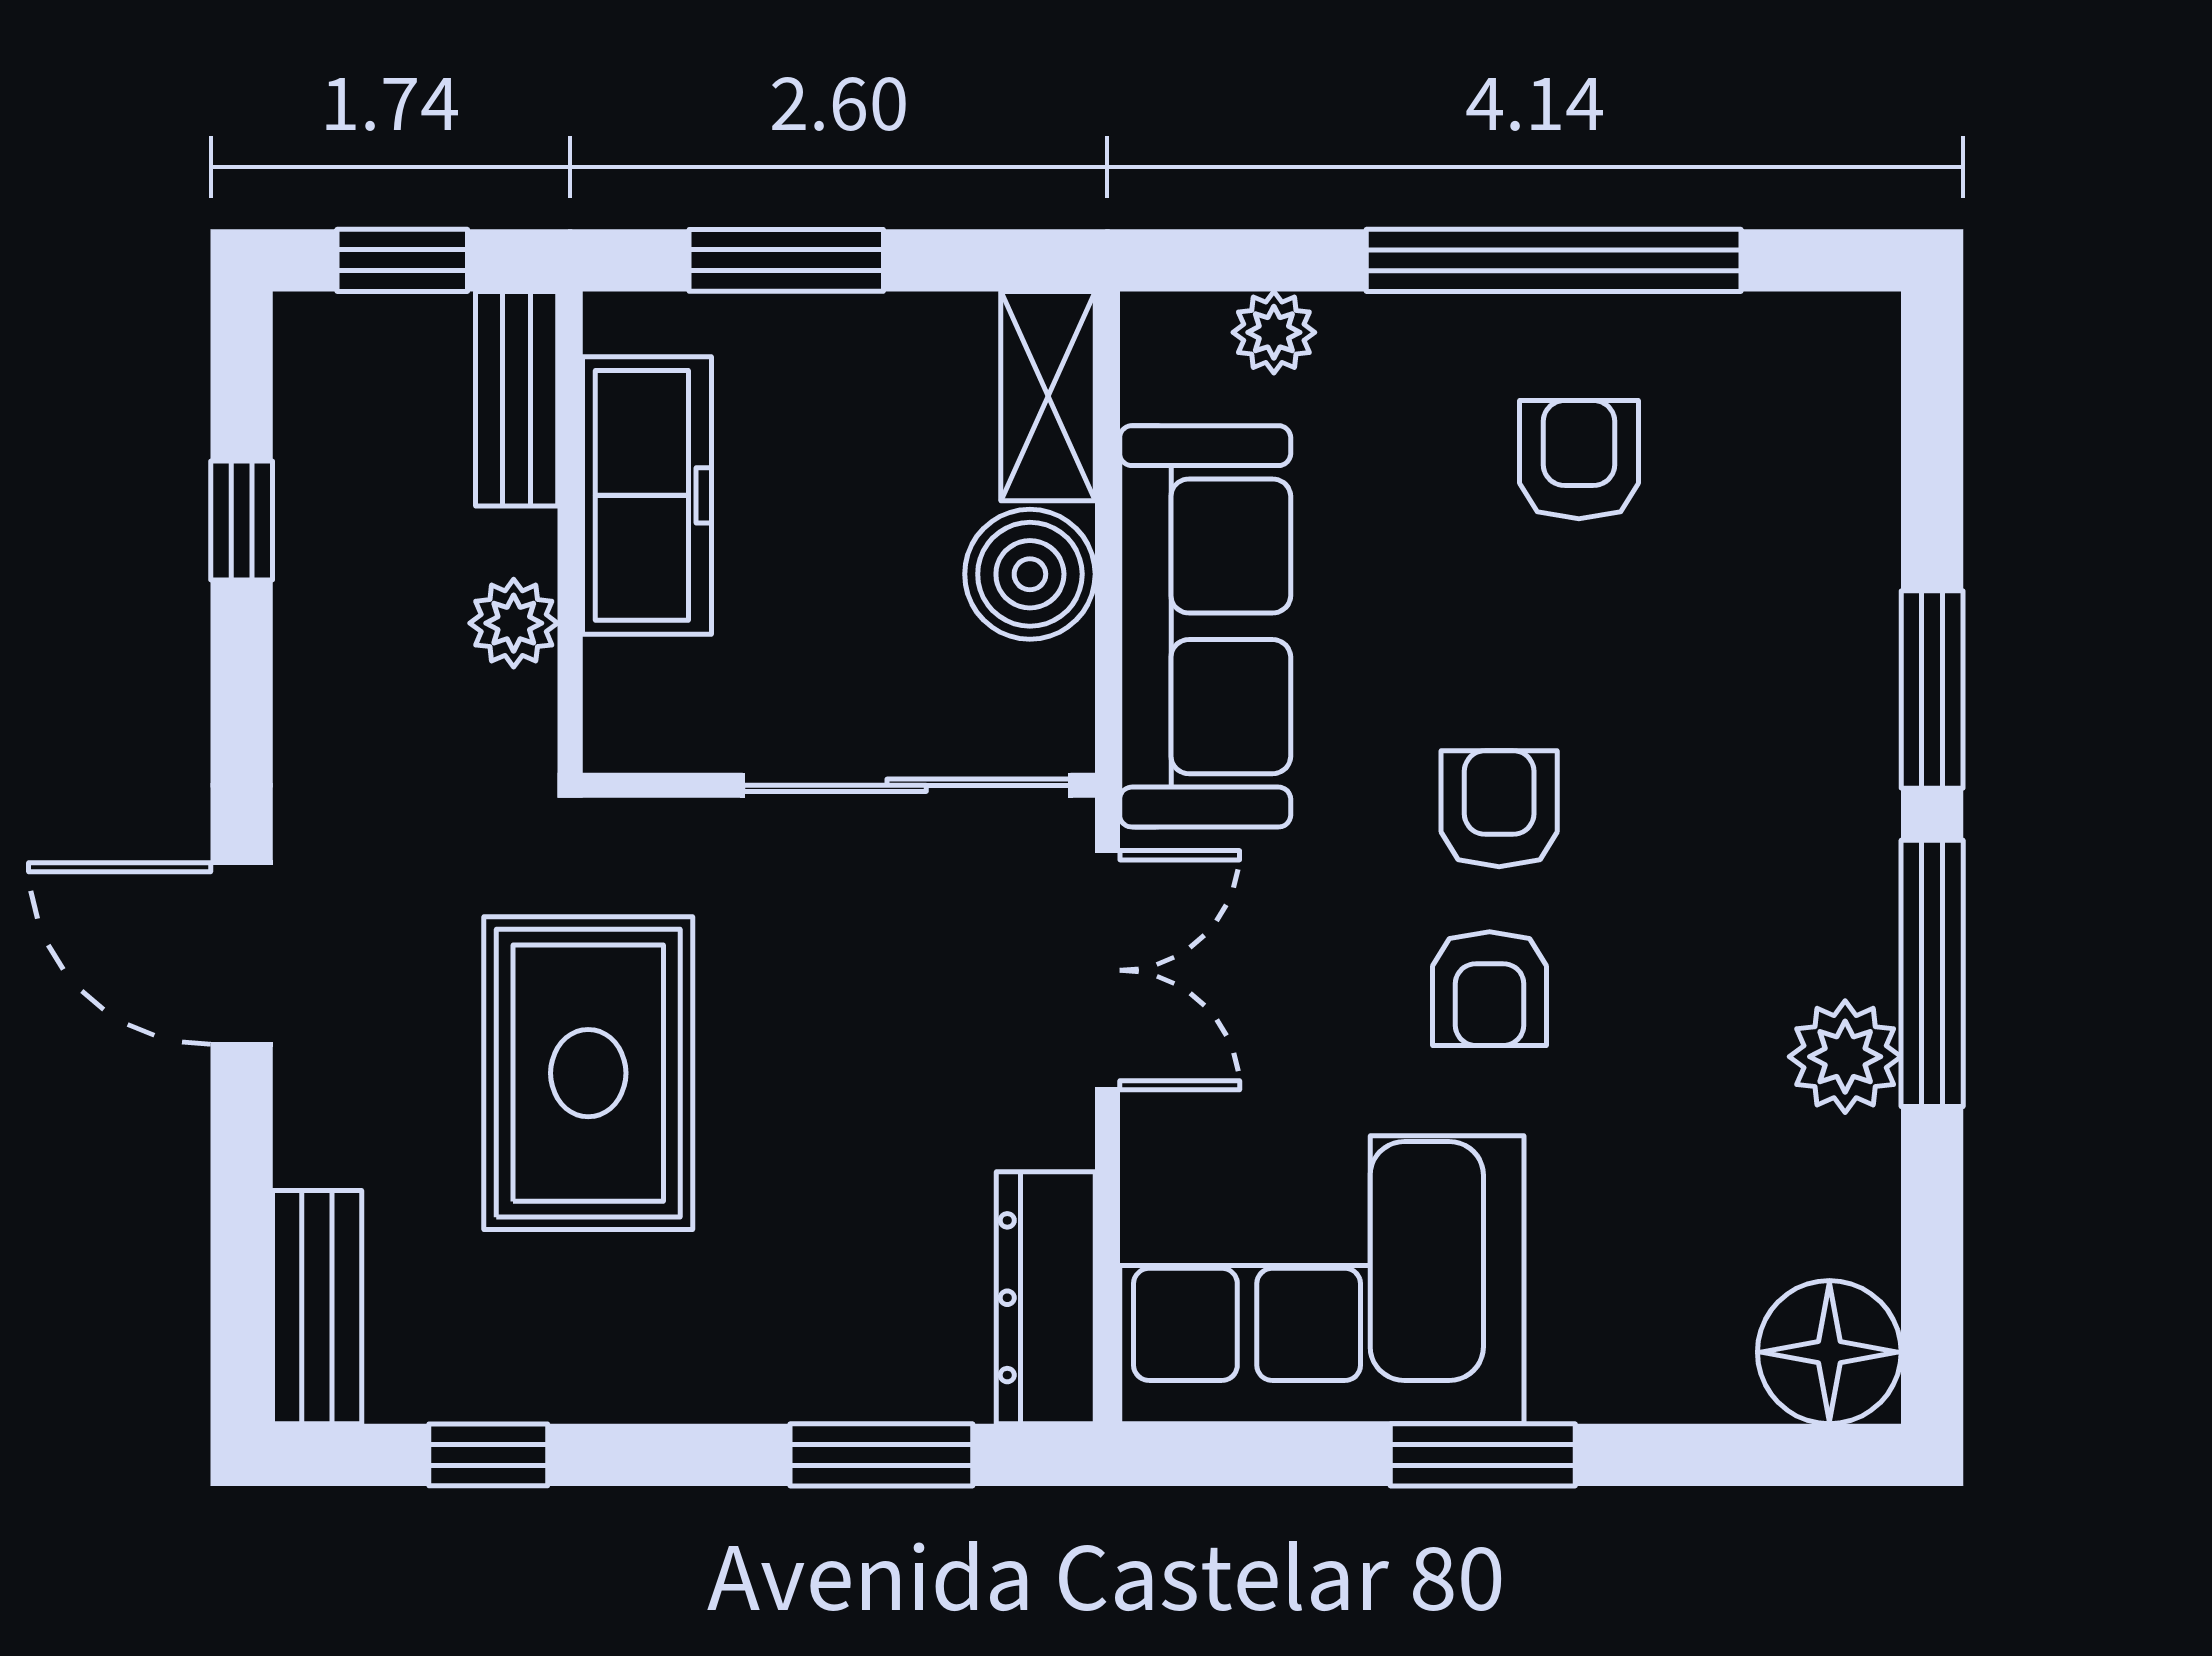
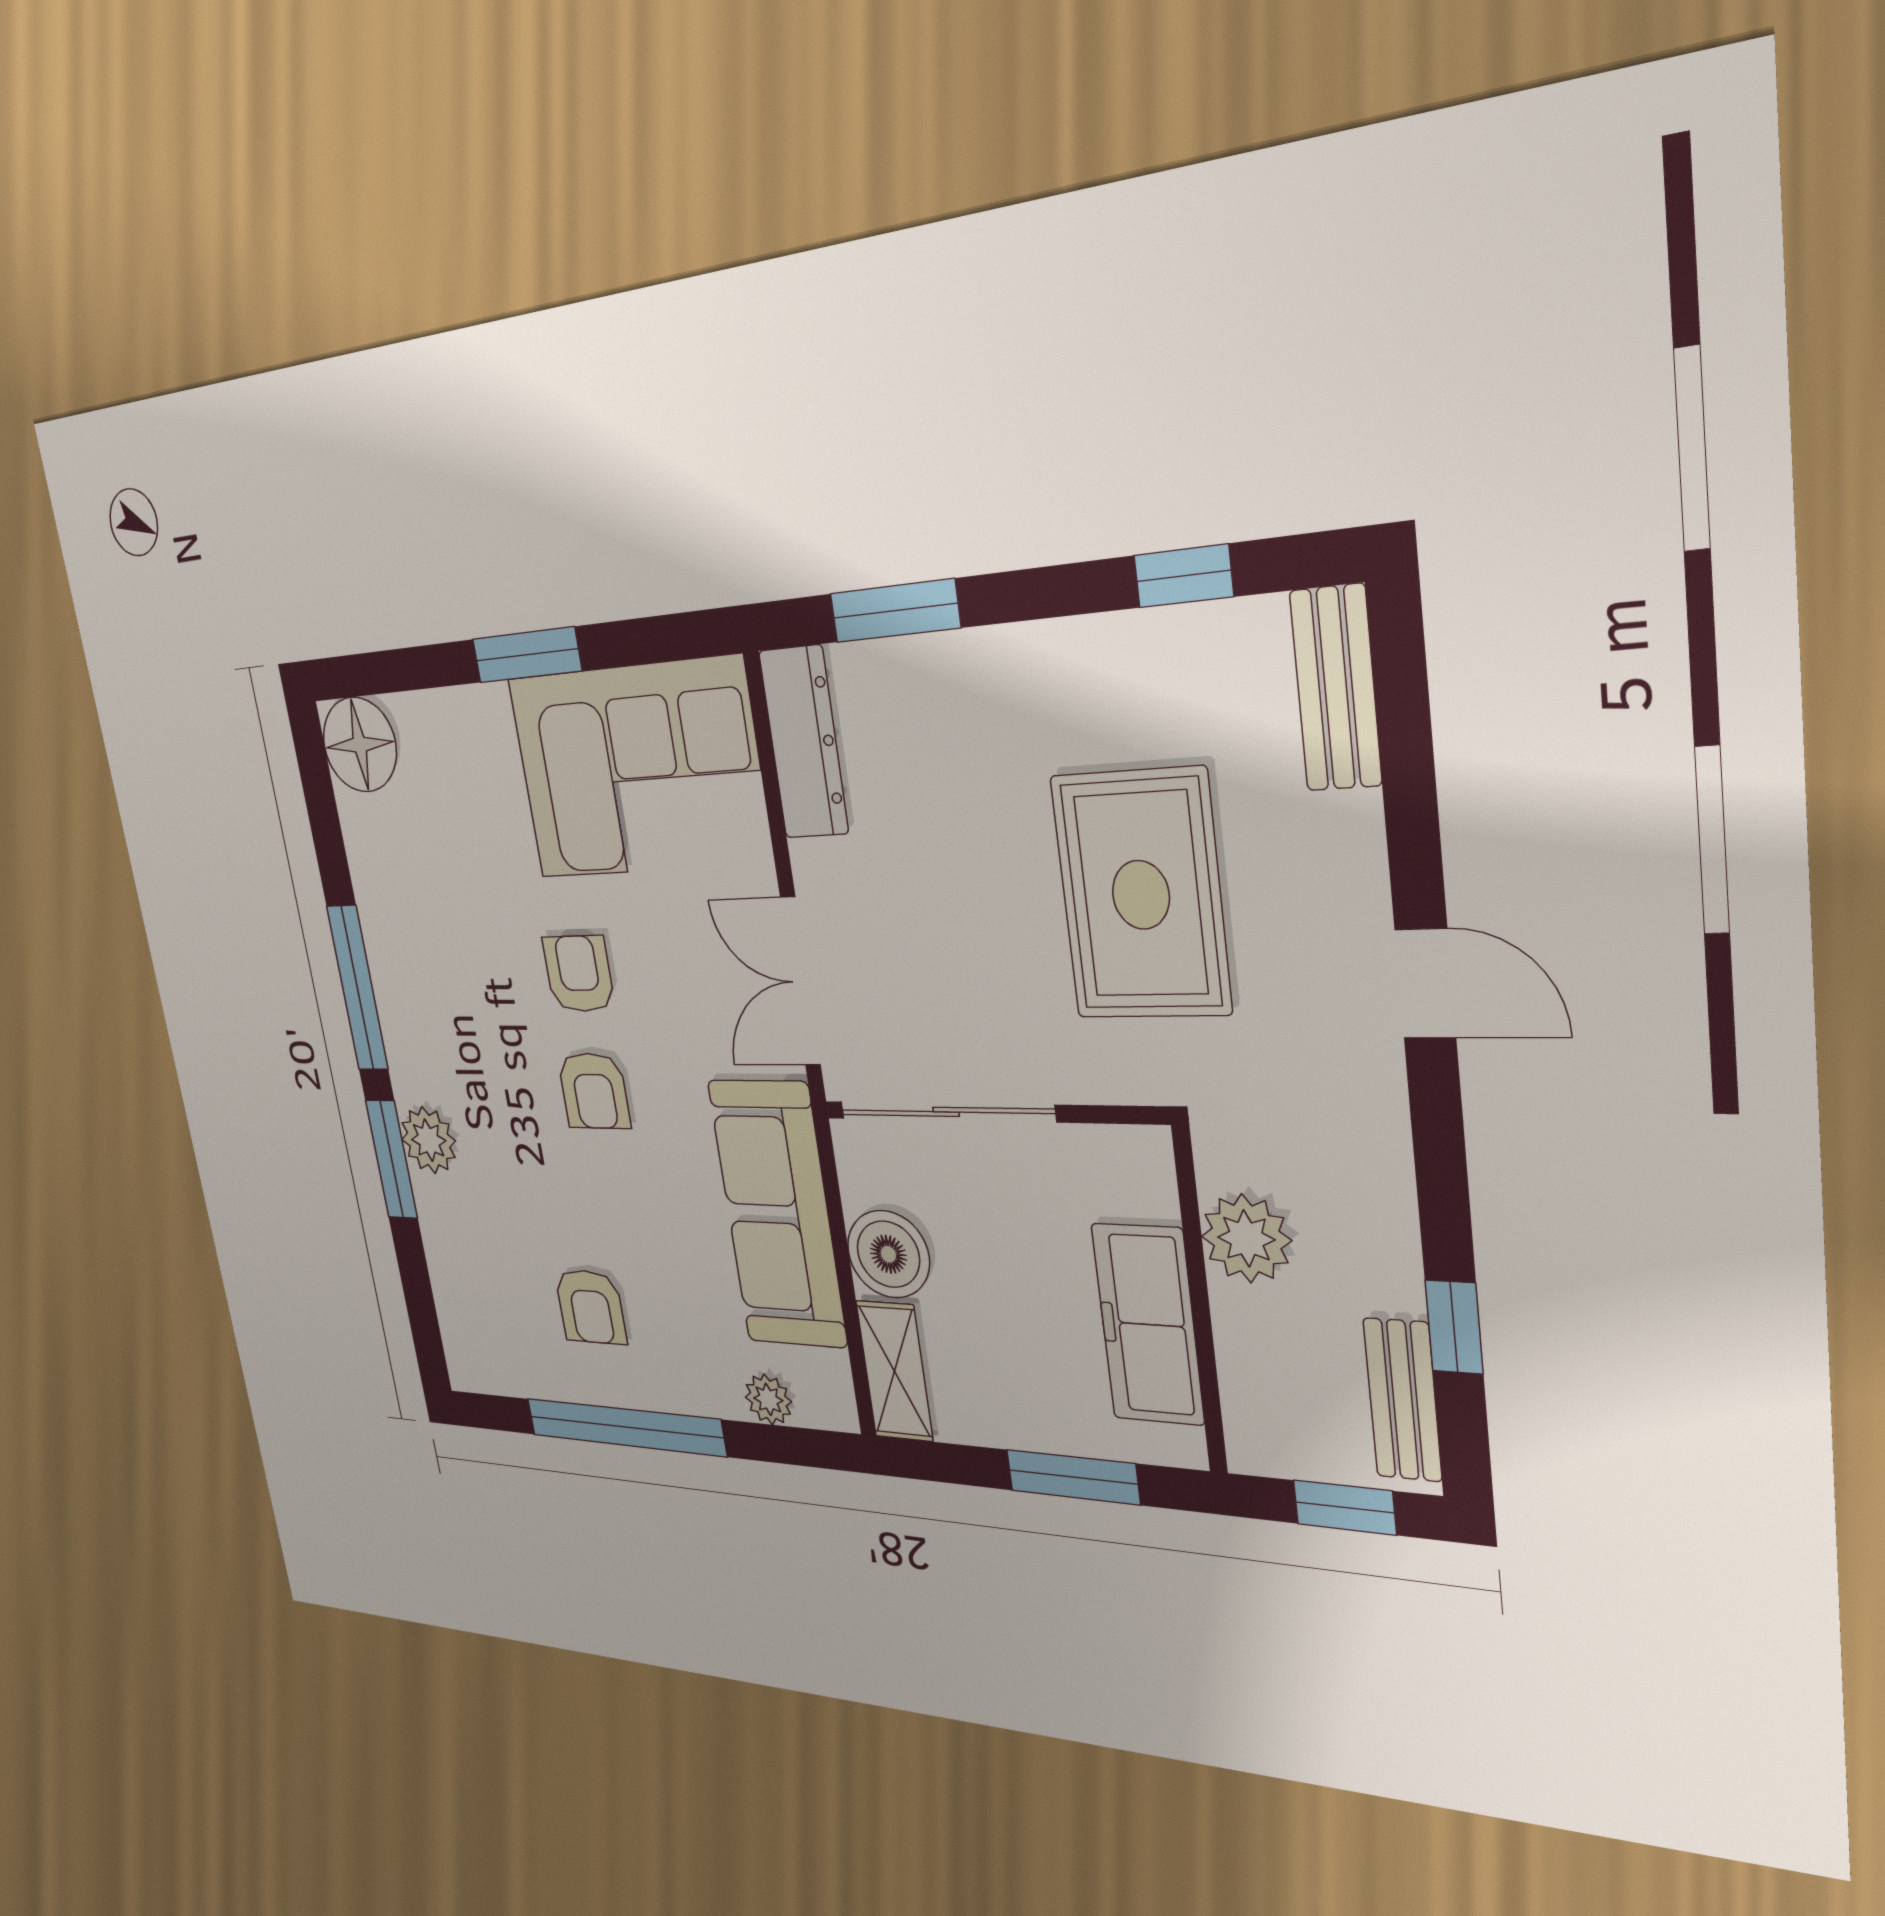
bench: (517, 399) -> (1403, 1400), moved
plant: (514, 623) -> (1246, 1239), width x1.38, depth x1.38
door: (242, 953) -> (1425, 984), width x0.73
plant: (1845, 1057) -> (429, 1140), moved

